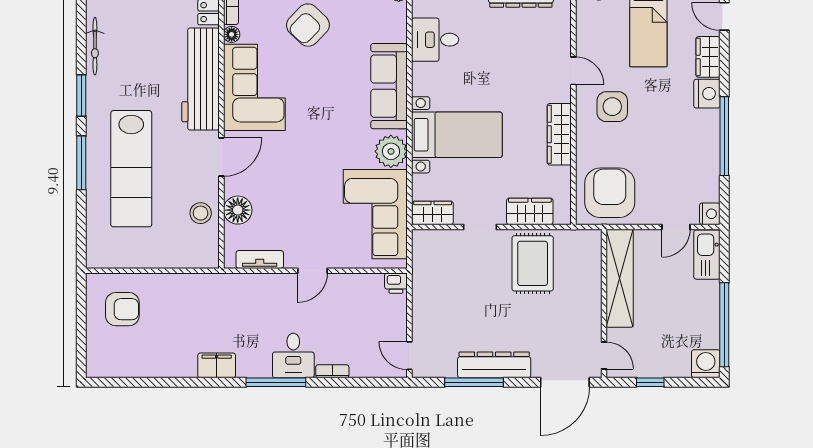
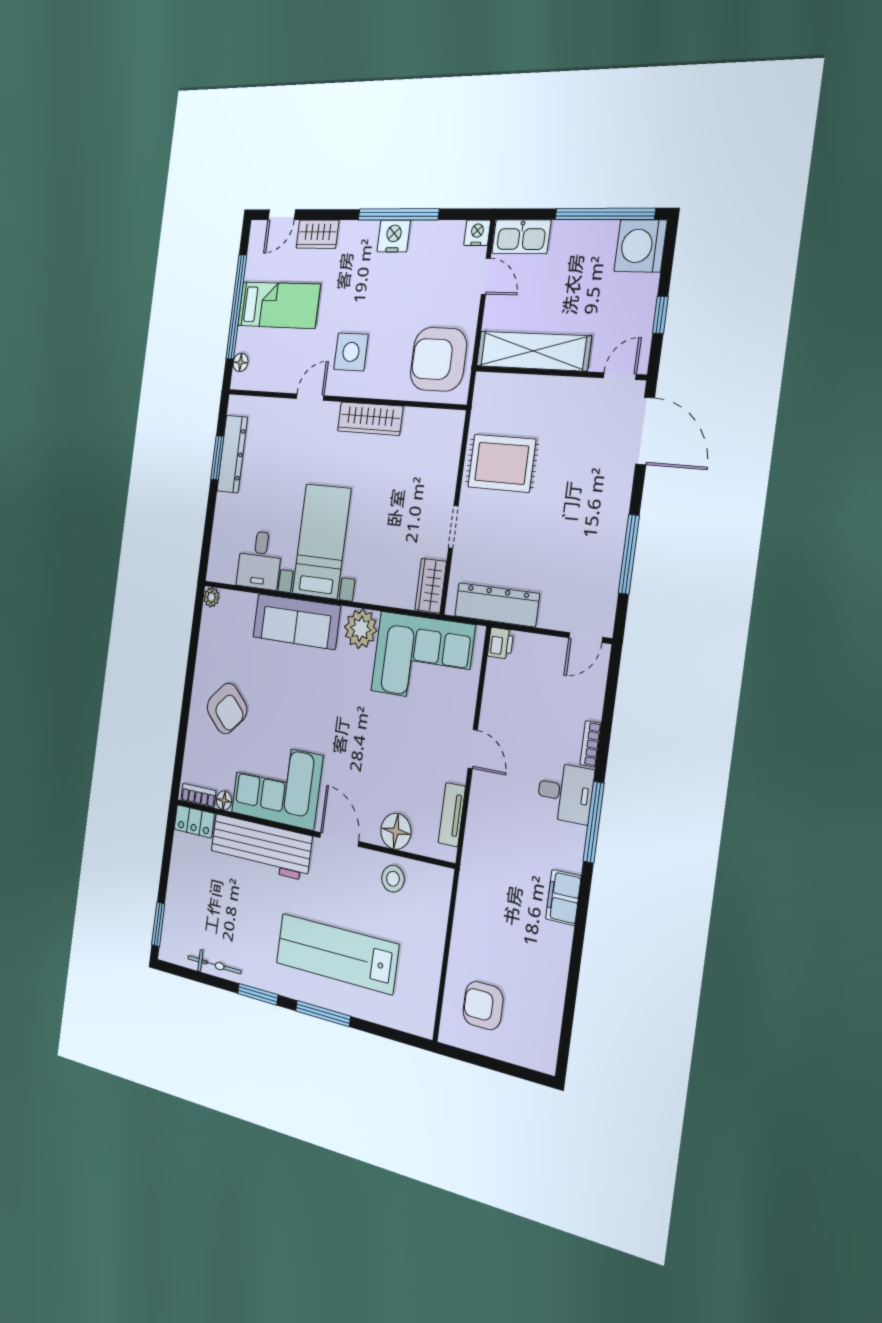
nightstand: (707, 94) -> (394, 236), moved
bed with nightstands: (457, 135) -> (322, 541), moved
lab bench: (131, 169) -> (337, 954), turned 180
wardrobe: (530, 211) -> (445, 462), removed
armchair: (122, 309) -> (483, 1006), turned -90
washing machine: (706, 364) -> (640, 246), width x1.37, depth x1.37
dresser: (494, 365) -> (497, 605), moved, turned 90

